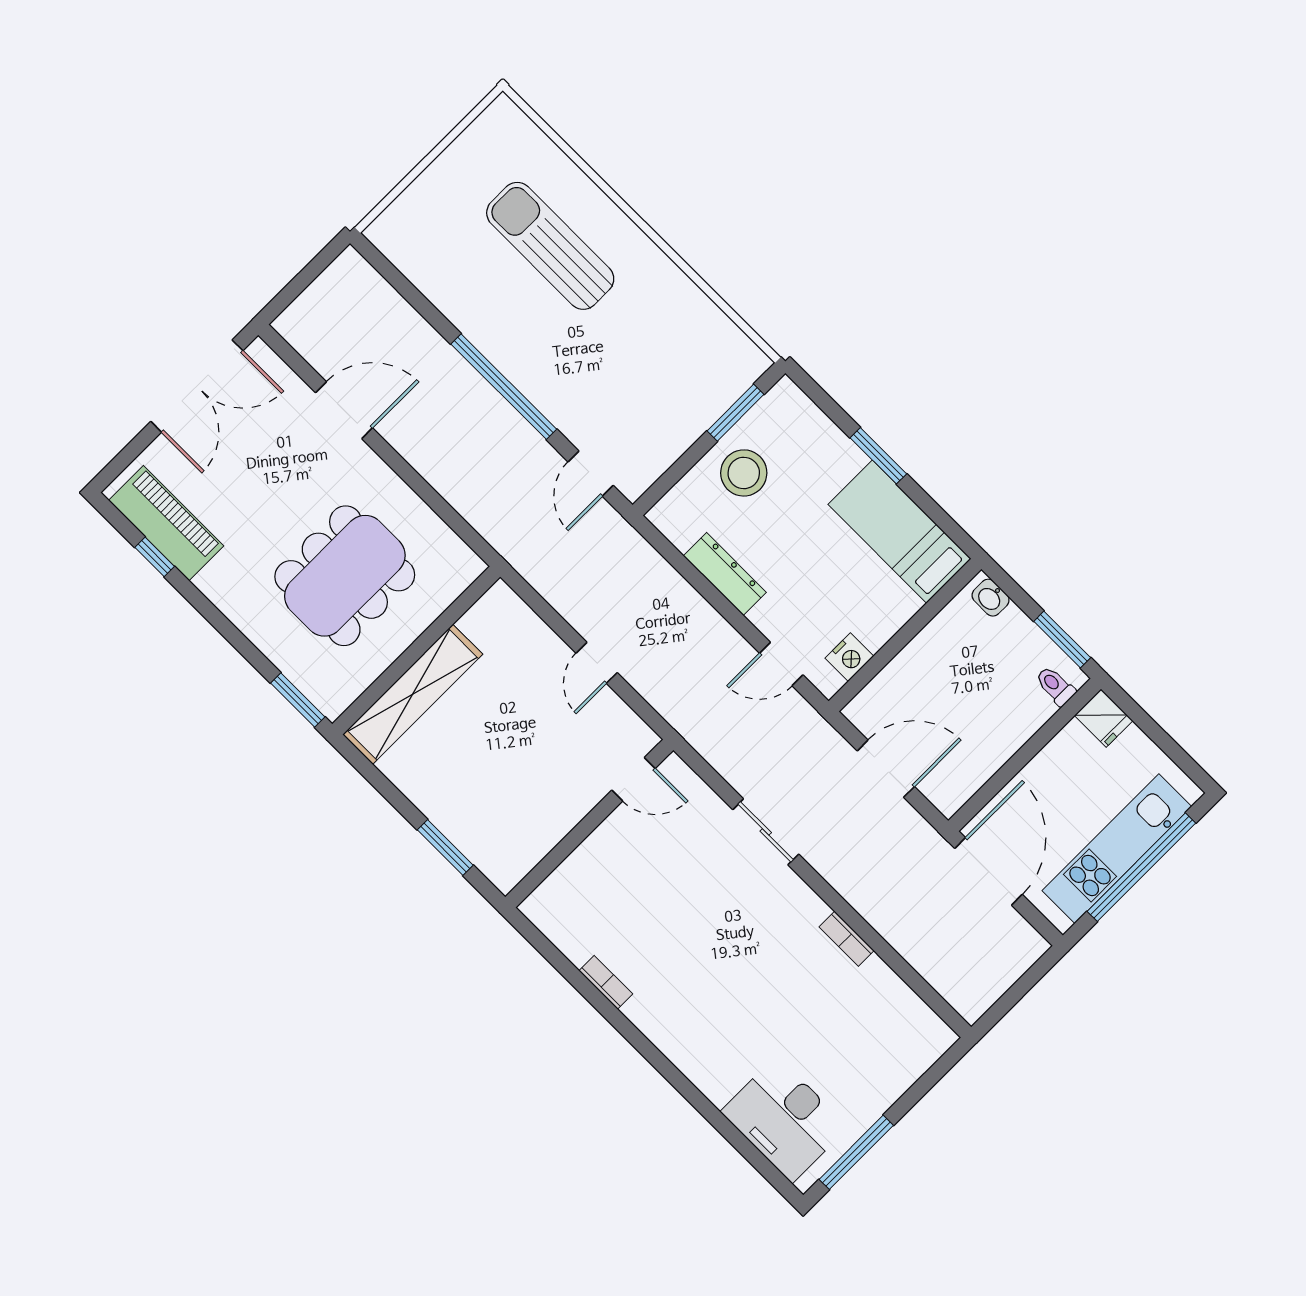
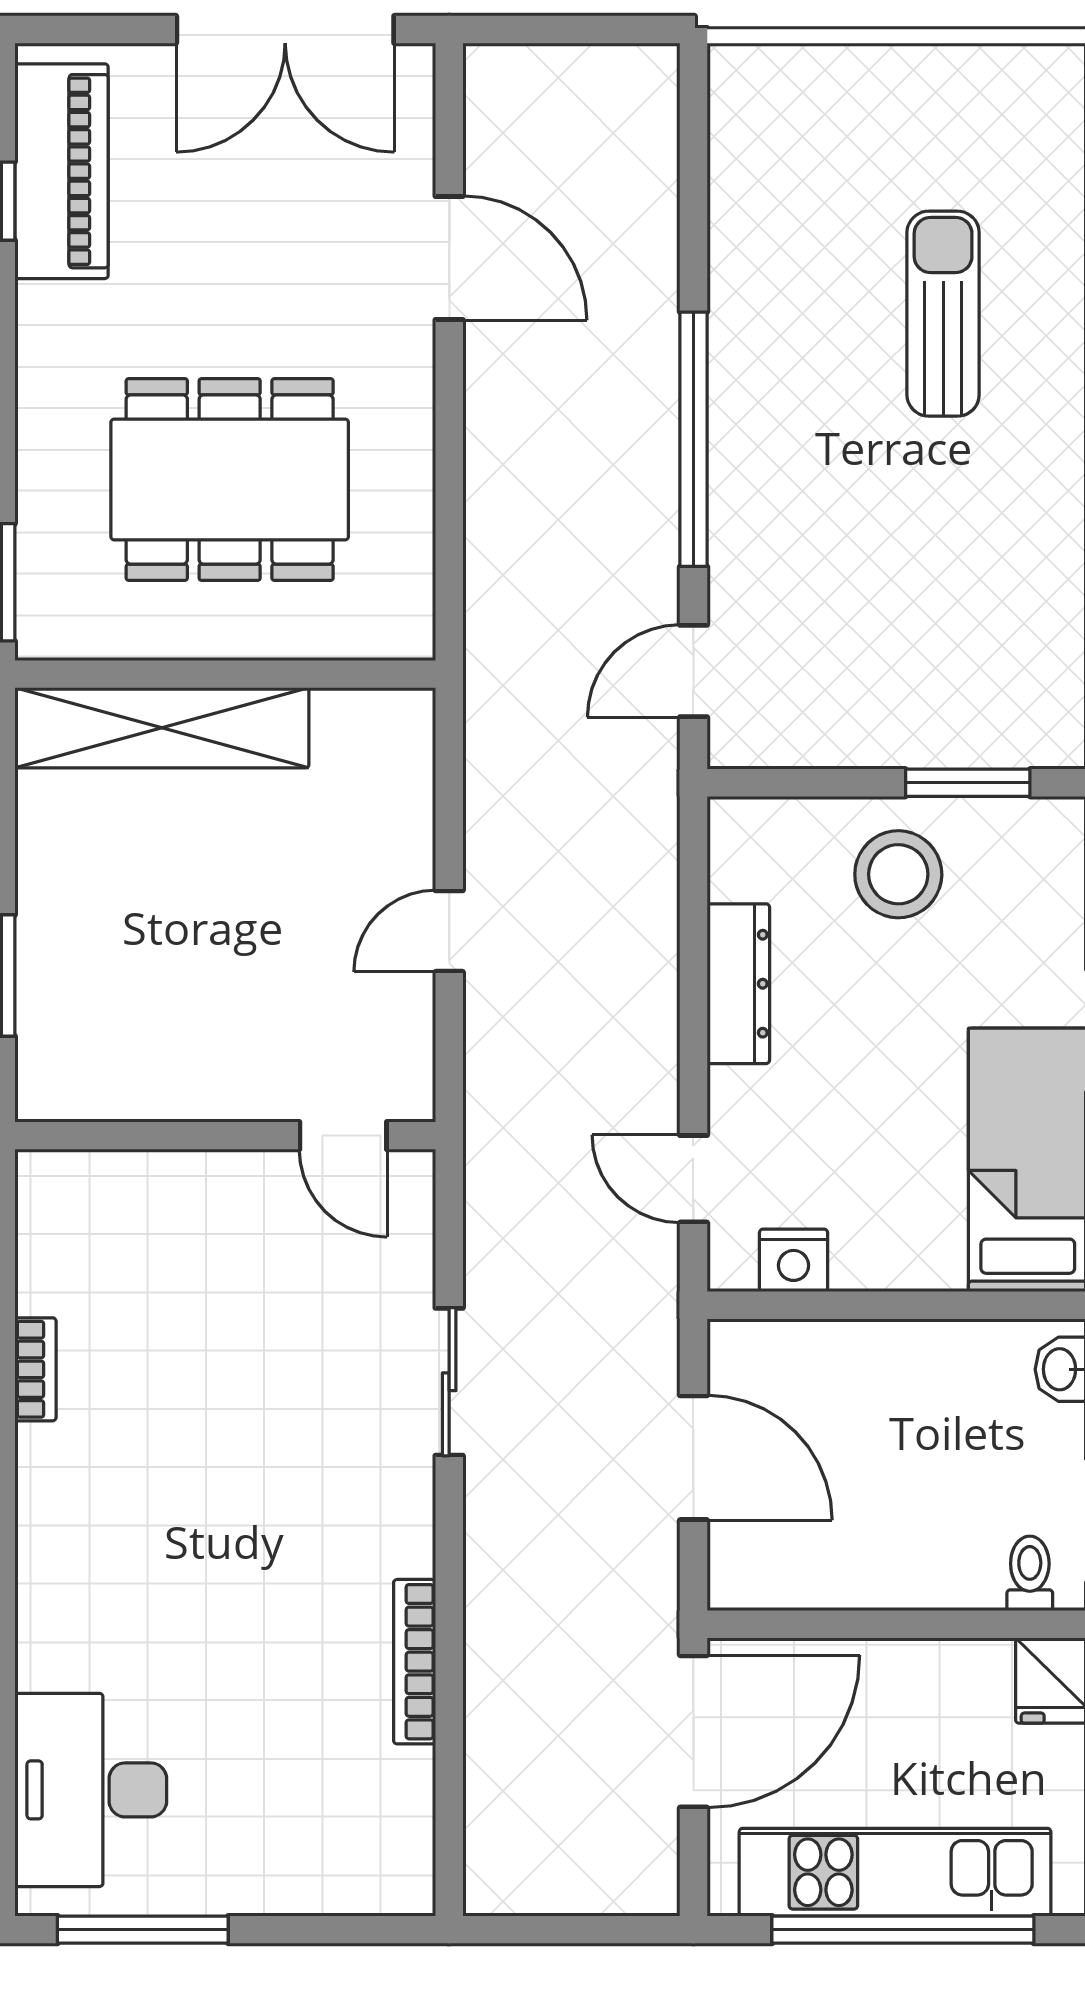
sun lounger: (550, 246) -> (943, 314), width x0.73, depth x0.75
bookcase: (847, 939) -> (415, 1662), width x1.56

